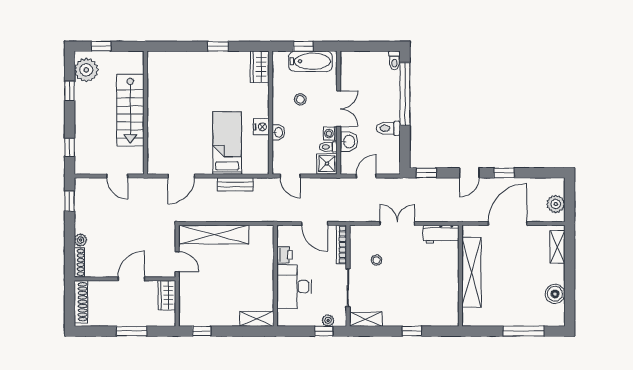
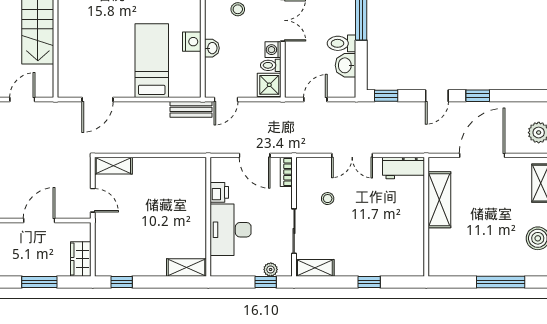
washbasin: (349, 142) -> (345, 65), moved, turned 180
door: (117, 176) -> (22, 99), swing flipped
door: (290, 176) -> (226, 99), hinge flipped
bench: (235, 184) -> (191, 109), moved
double door: (397, 223) -> (352, 155), swing flipped
shelving: (214, 235) -> (113, 166), width x0.45, depth x0.75
bookcase: (341, 245) -> (286, 172), width x0.64
shelving: (471, 272) -> (439, 200), width x0.68
wardrobe: (167, 295) -> (81, 259), moved

